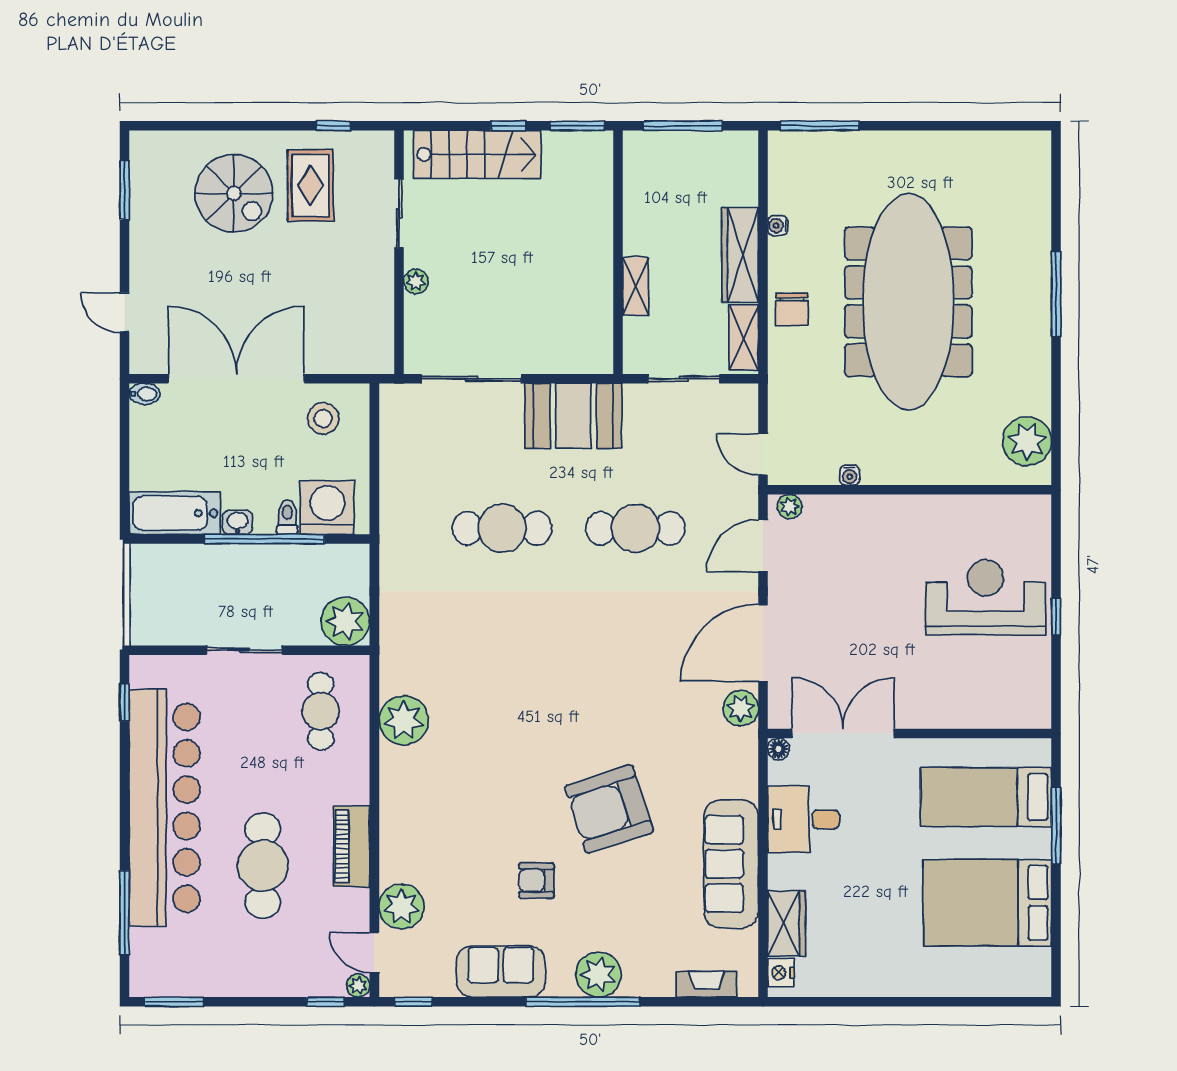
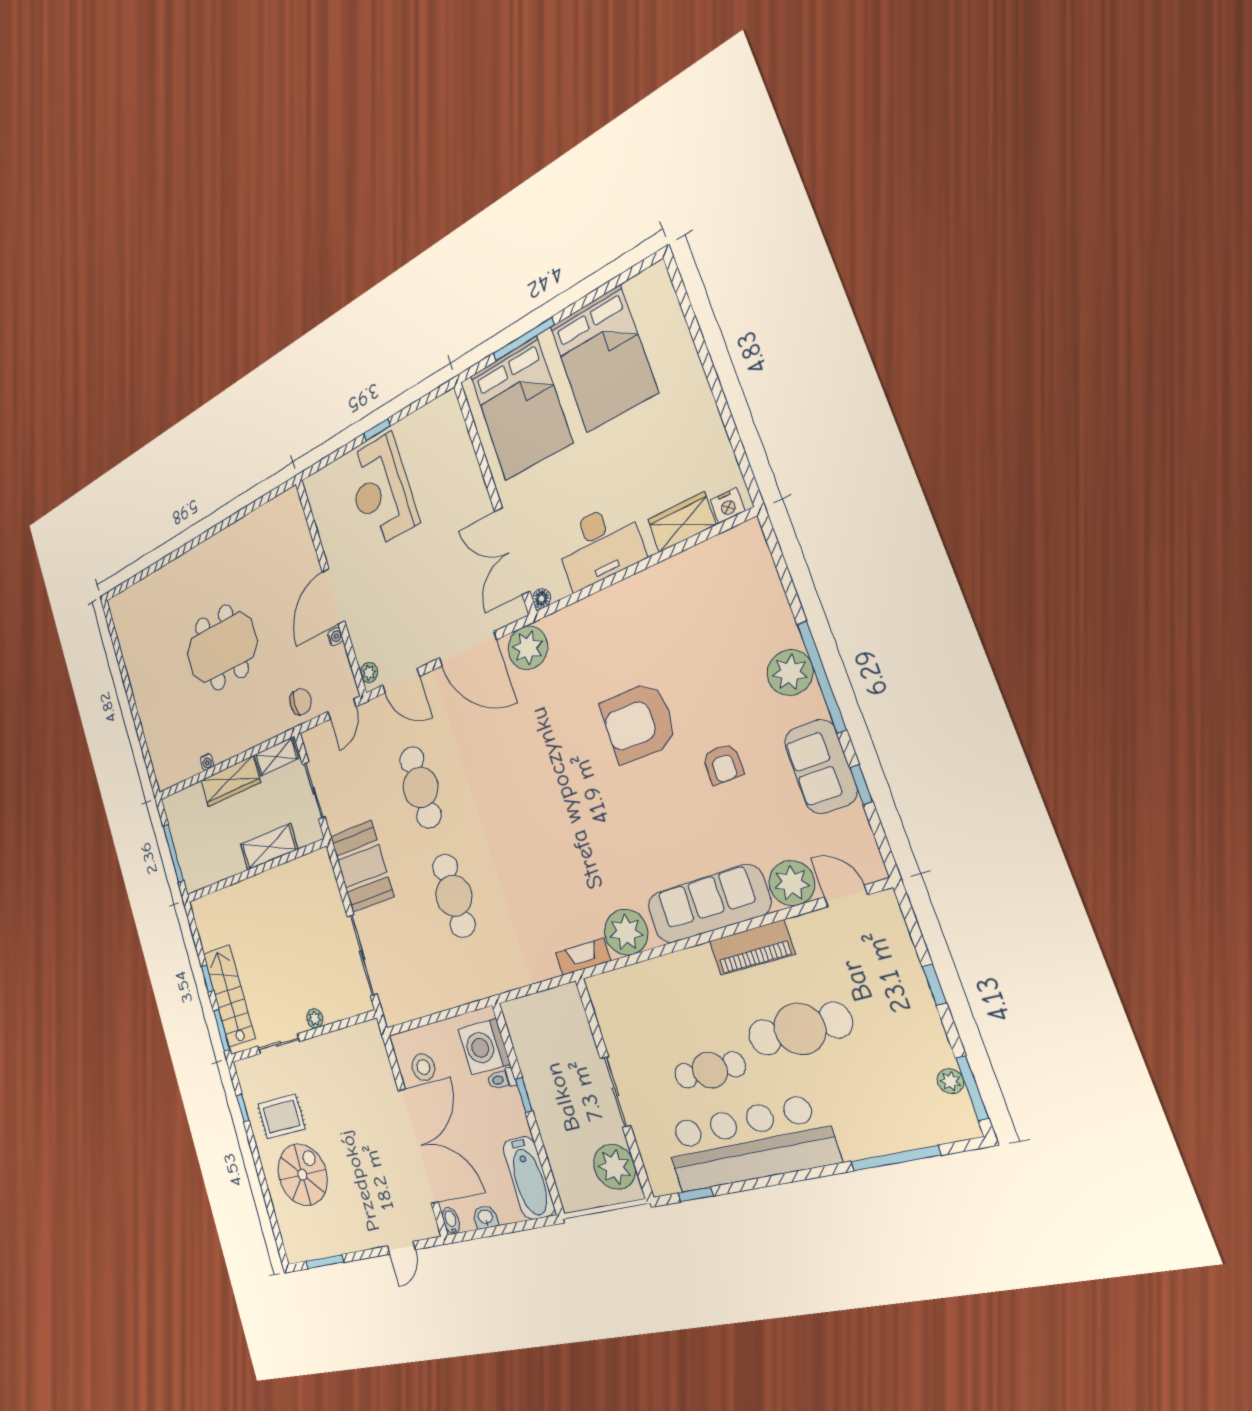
window: (577, 126) -> (222, 1030), moved
window: (820, 126) -> (147, 758), removed
shelving: (636, 286) -> (269, 847), width x1.50, depth x1.33
window: (1056, 294) -> (188, 547), removed
meeting table: (908, 302) -> (222, 648), width x0.54, depth x0.79
chair: (792, 309) -> (301, 702), moved
double door: (236, 379) -> (418, 1146), swing flipped
plant: (1027, 441) -> (275, 517), removed
door: (897, 490) -> (333, 596), added
washbasin: (238, 522) -> (485, 1217), moved, turned 90
window: (264, 539) -> (524, 1095), width x0.32
plant: (345, 621) -> (614, 1167), moved
plant: (741, 708) -> (528, 648), width x1.36, depth x1.36
cafe table: (321, 711) -> (710, 1070), moved
bed: (986, 797) -> (521, 409), width x1.50
bar counter: (165, 808) -> (749, 1143), width x0.73
armchair: (609, 809) -> (638, 723), turned 108
desk: (804, 819) -> (600, 545), width x1.37
sofa: (731, 864) -> (708, 904), moved, turned 180
door: (374, 952) -> (846, 896), swing flipped
fireplace: (706, 984) -> (583, 957), moved, turned 90
plant: (358, 986) -> (950, 1081), moved
window: (326, 1002) -> (934, 985), moved
window: (413, 1002) -> (861, 785), moved

